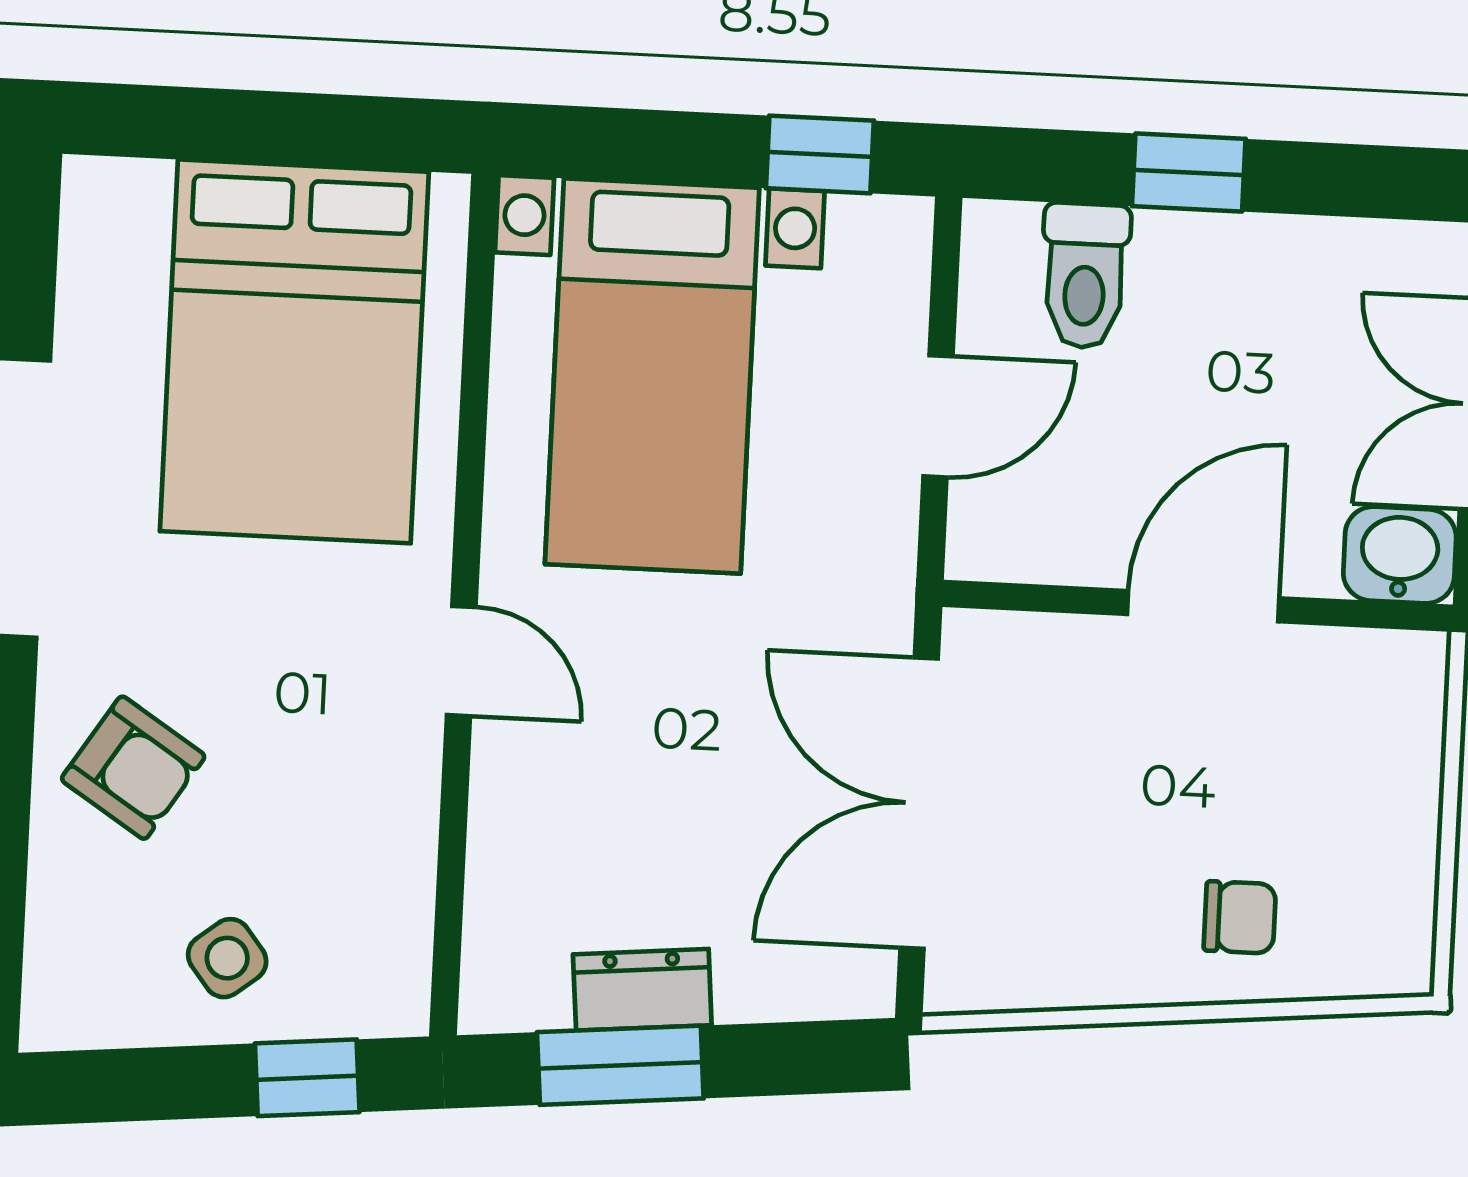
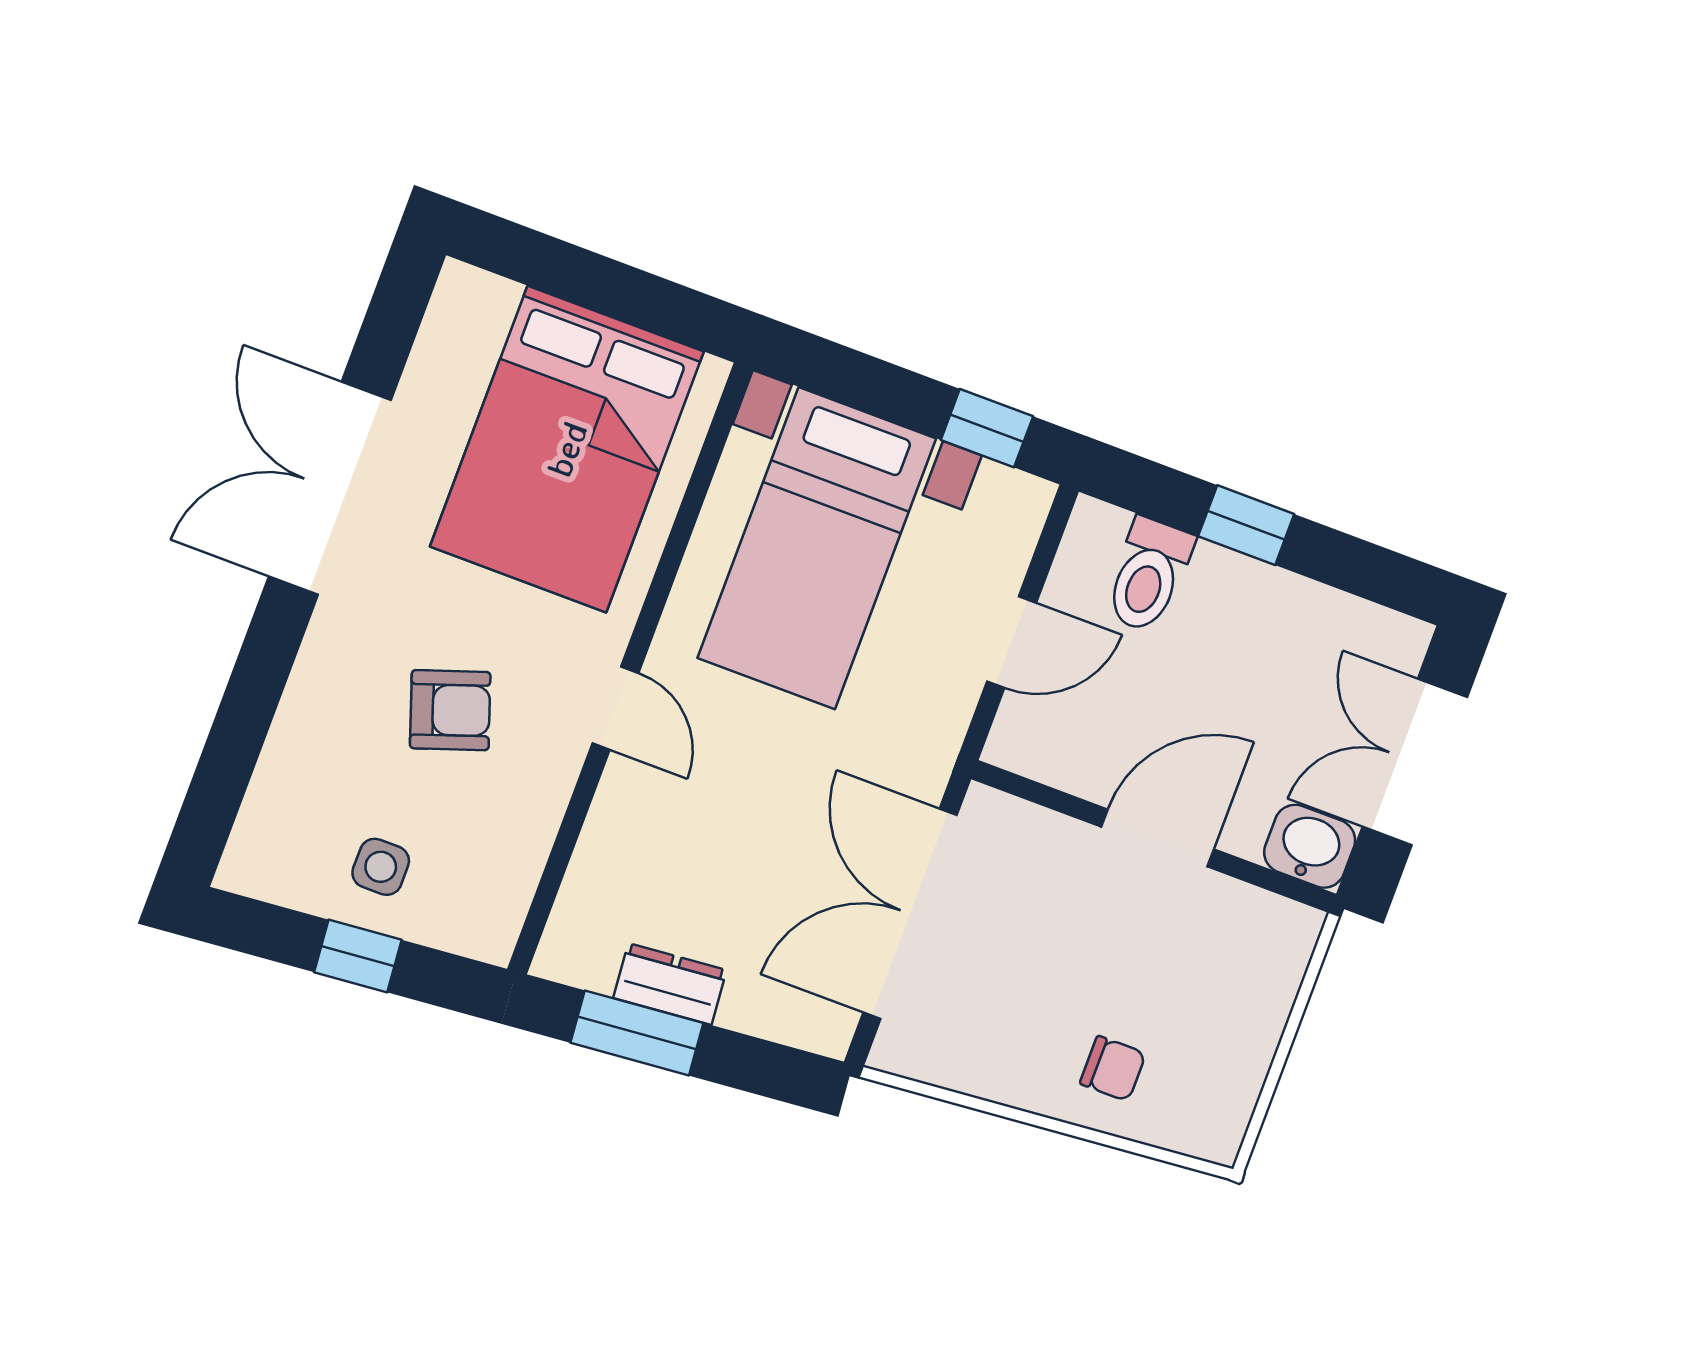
armchair: (133, 768) -> (450, 710), moved, turned -52
side table: (227, 958) -> (381, 867), turned 38
window: (307, 1078) -> (358, 956), moved

